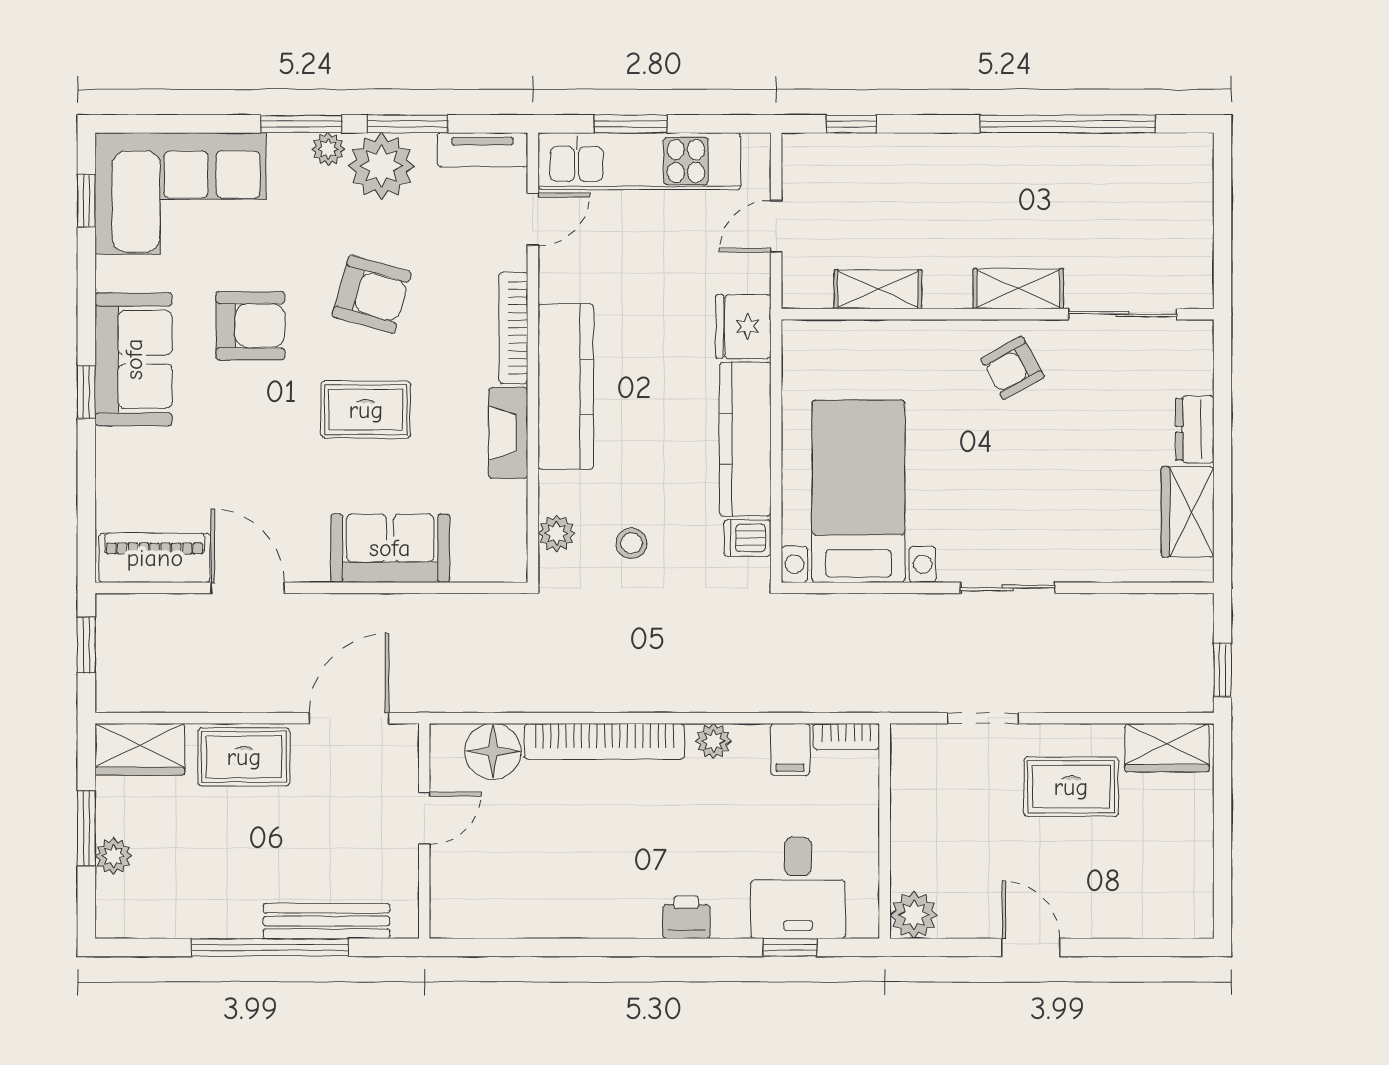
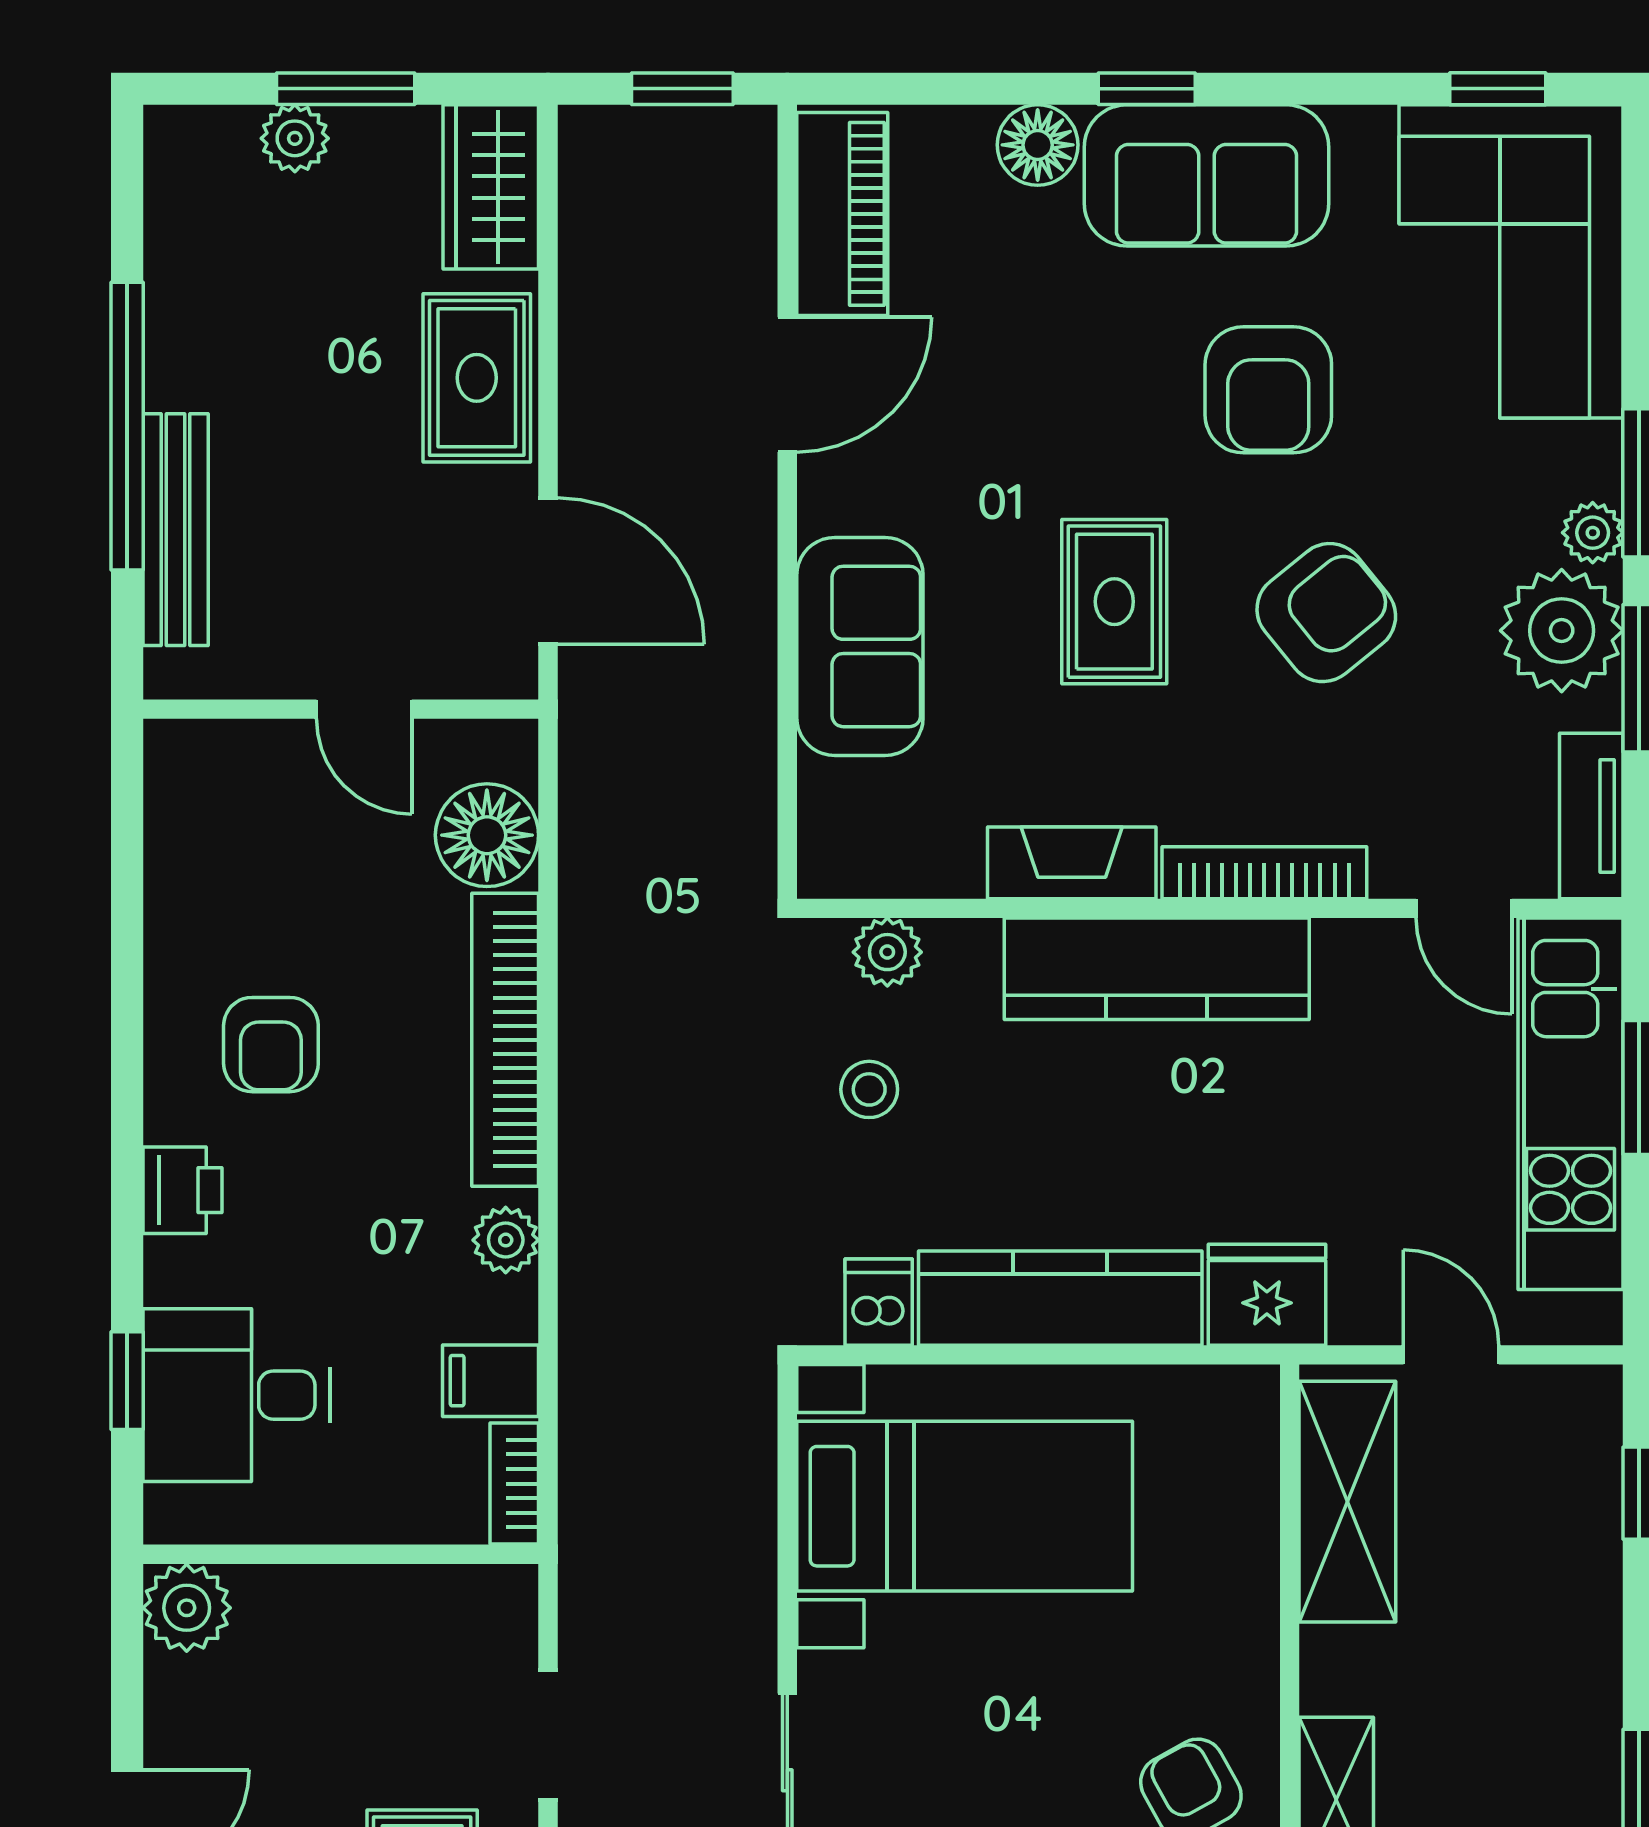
shelving: (878, 289) -> (1347, 1502), width x1.50, depth x1.33
armchair: (372, 294) -> (1326, 613), turned -145
floor lamp: (117, 451) -> (1038, 145), added
armchair: (607, 869) -> (271, 1045), added

